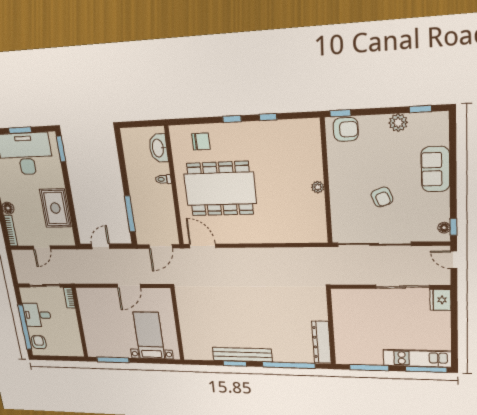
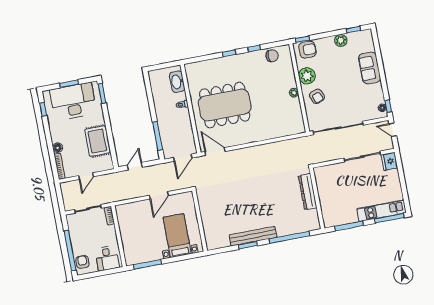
chair: (201, 142) -> (272, 56), moved
plant: (340, 167) -> (307, 76), added
armchair: (382, 197) -> (317, 96), moved
desk: (37, 315) -> (107, 258), moved, turned -90
dresser: (321, 342) -> (308, 192), moved

